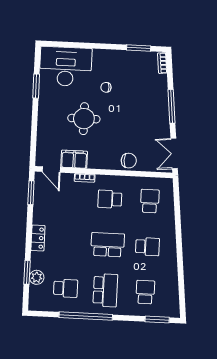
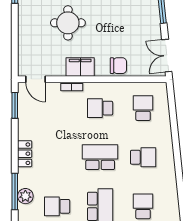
filing cabinet: (74, 159) -> (80, 67), moved
window: (27, 272) -> (15, 191), width x1.44
school desk: (66, 288) -> (57, 206), turned 180

